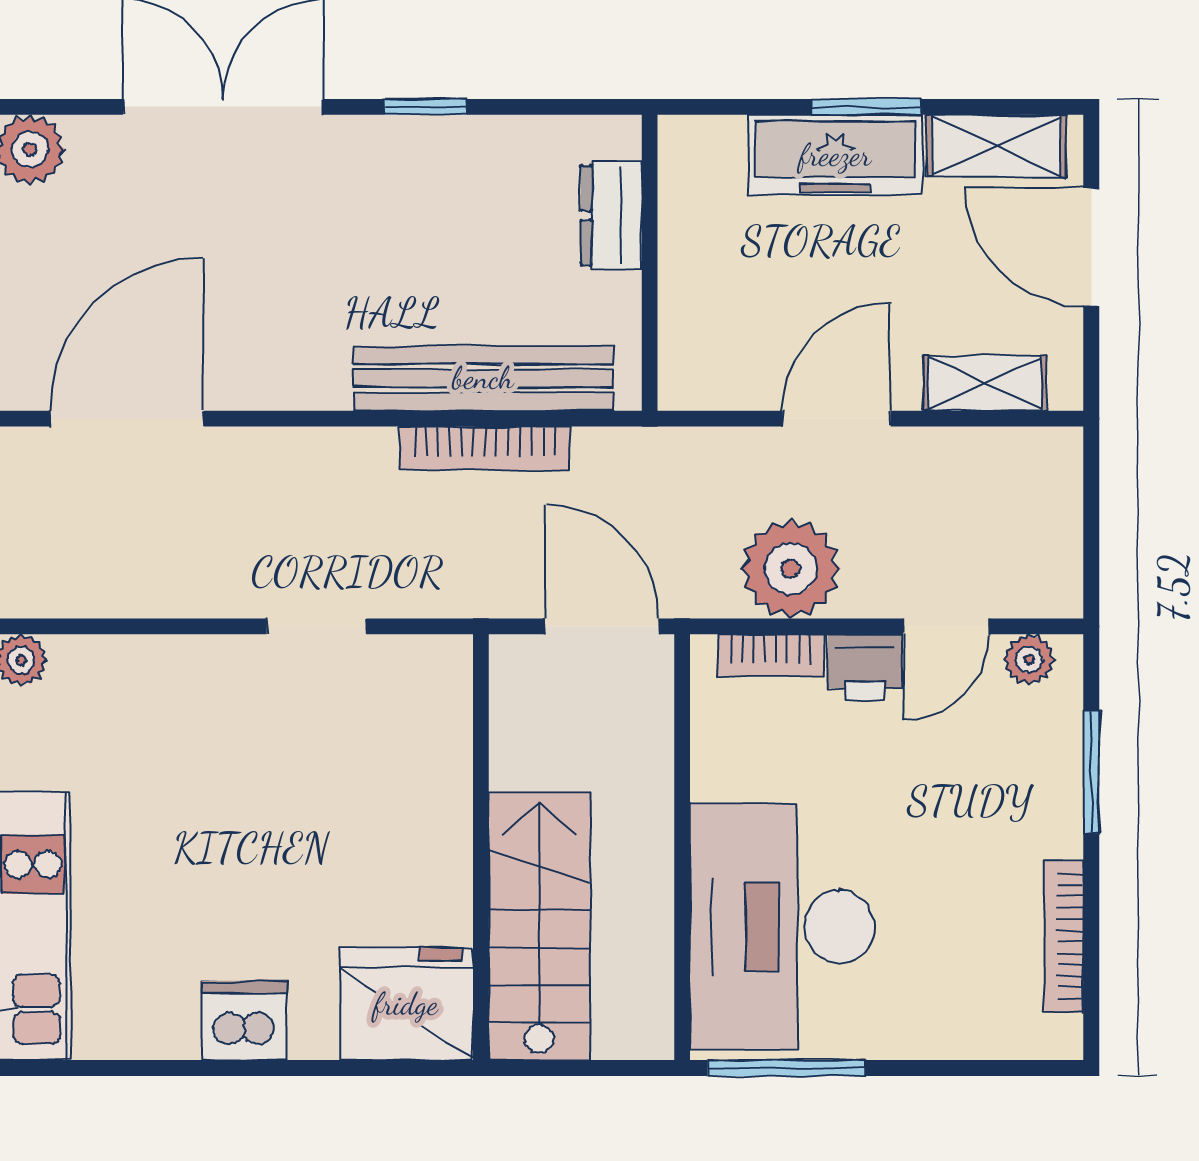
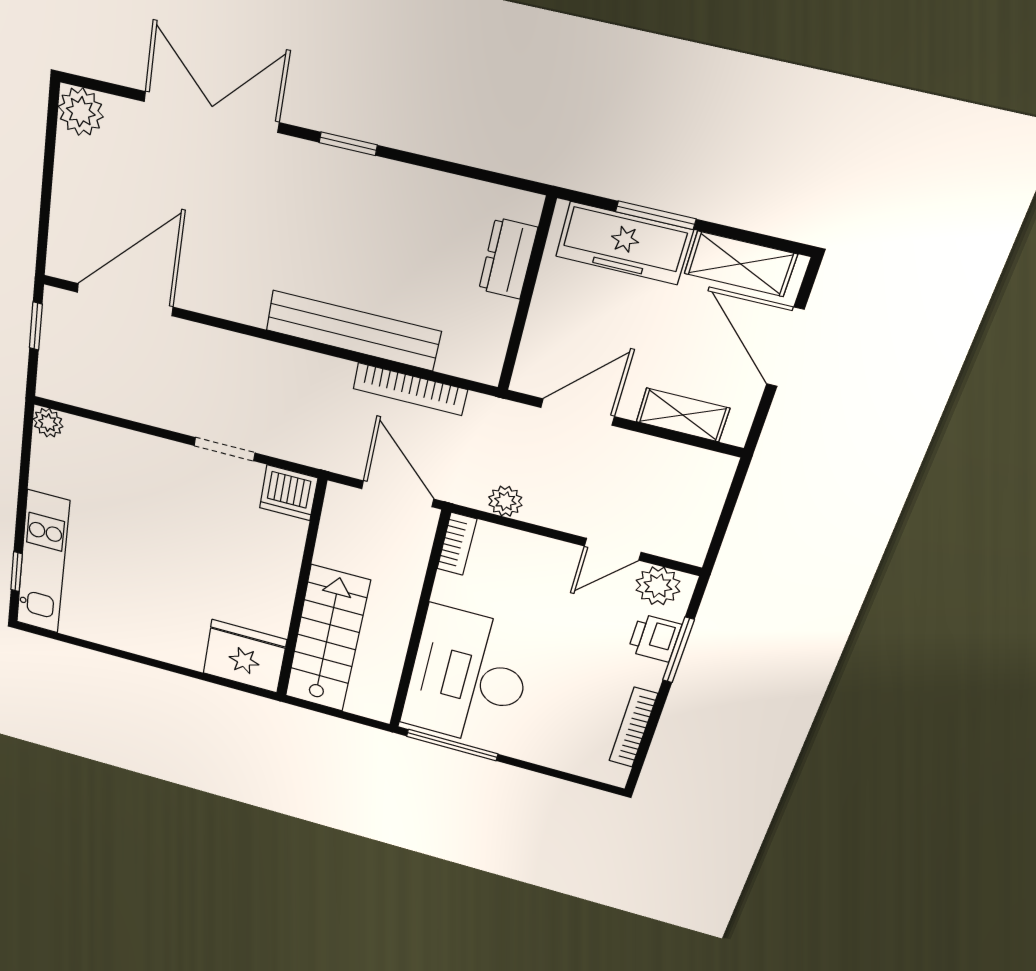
dresser: (611, 215) -> (508, 259), moved
wall: (650, 263) -> (526, 296), moved
bookcase: (485, 448) -> (410, 389), moved
plant: (791, 569) -> (505, 501), width x0.53, depth x0.53
bookcase: (770, 655) -> (457, 544), moved, turned -90
plant: (1029, 659) -> (658, 586), width x1.38, depth x1.38
printer: (865, 668) -> (655, 638), moved, turned 90
dishwasher: (244, 1021) -> (289, 493), moved, turned 180

